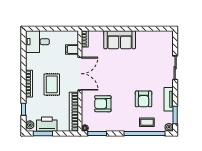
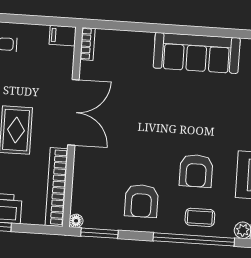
sofa: (120, 40) -> (197, 53), moved, width x1.36
filing cabinet: (72, 49) -> (63, 36), moved
armchair: (103, 104) -> (141, 201), moved, turned -90

